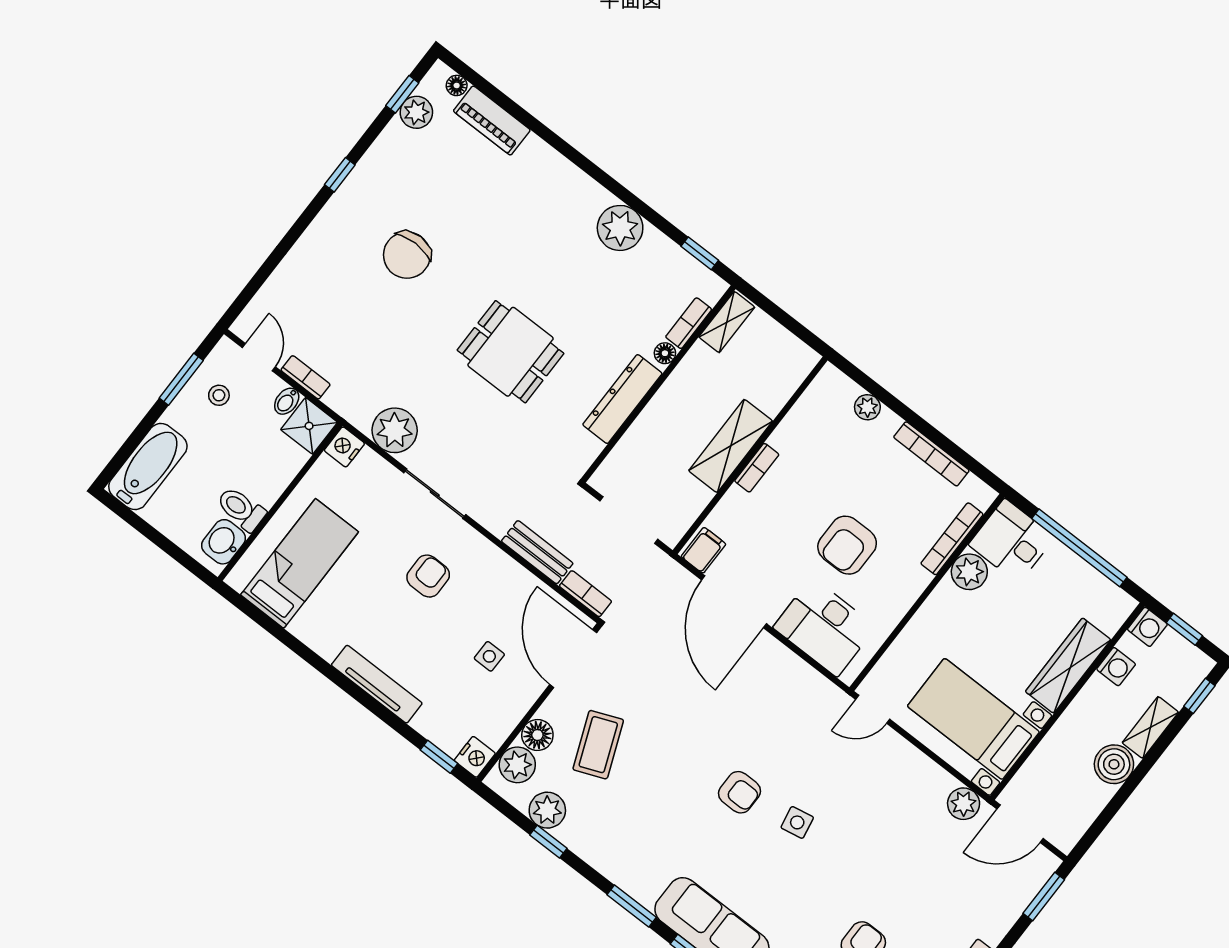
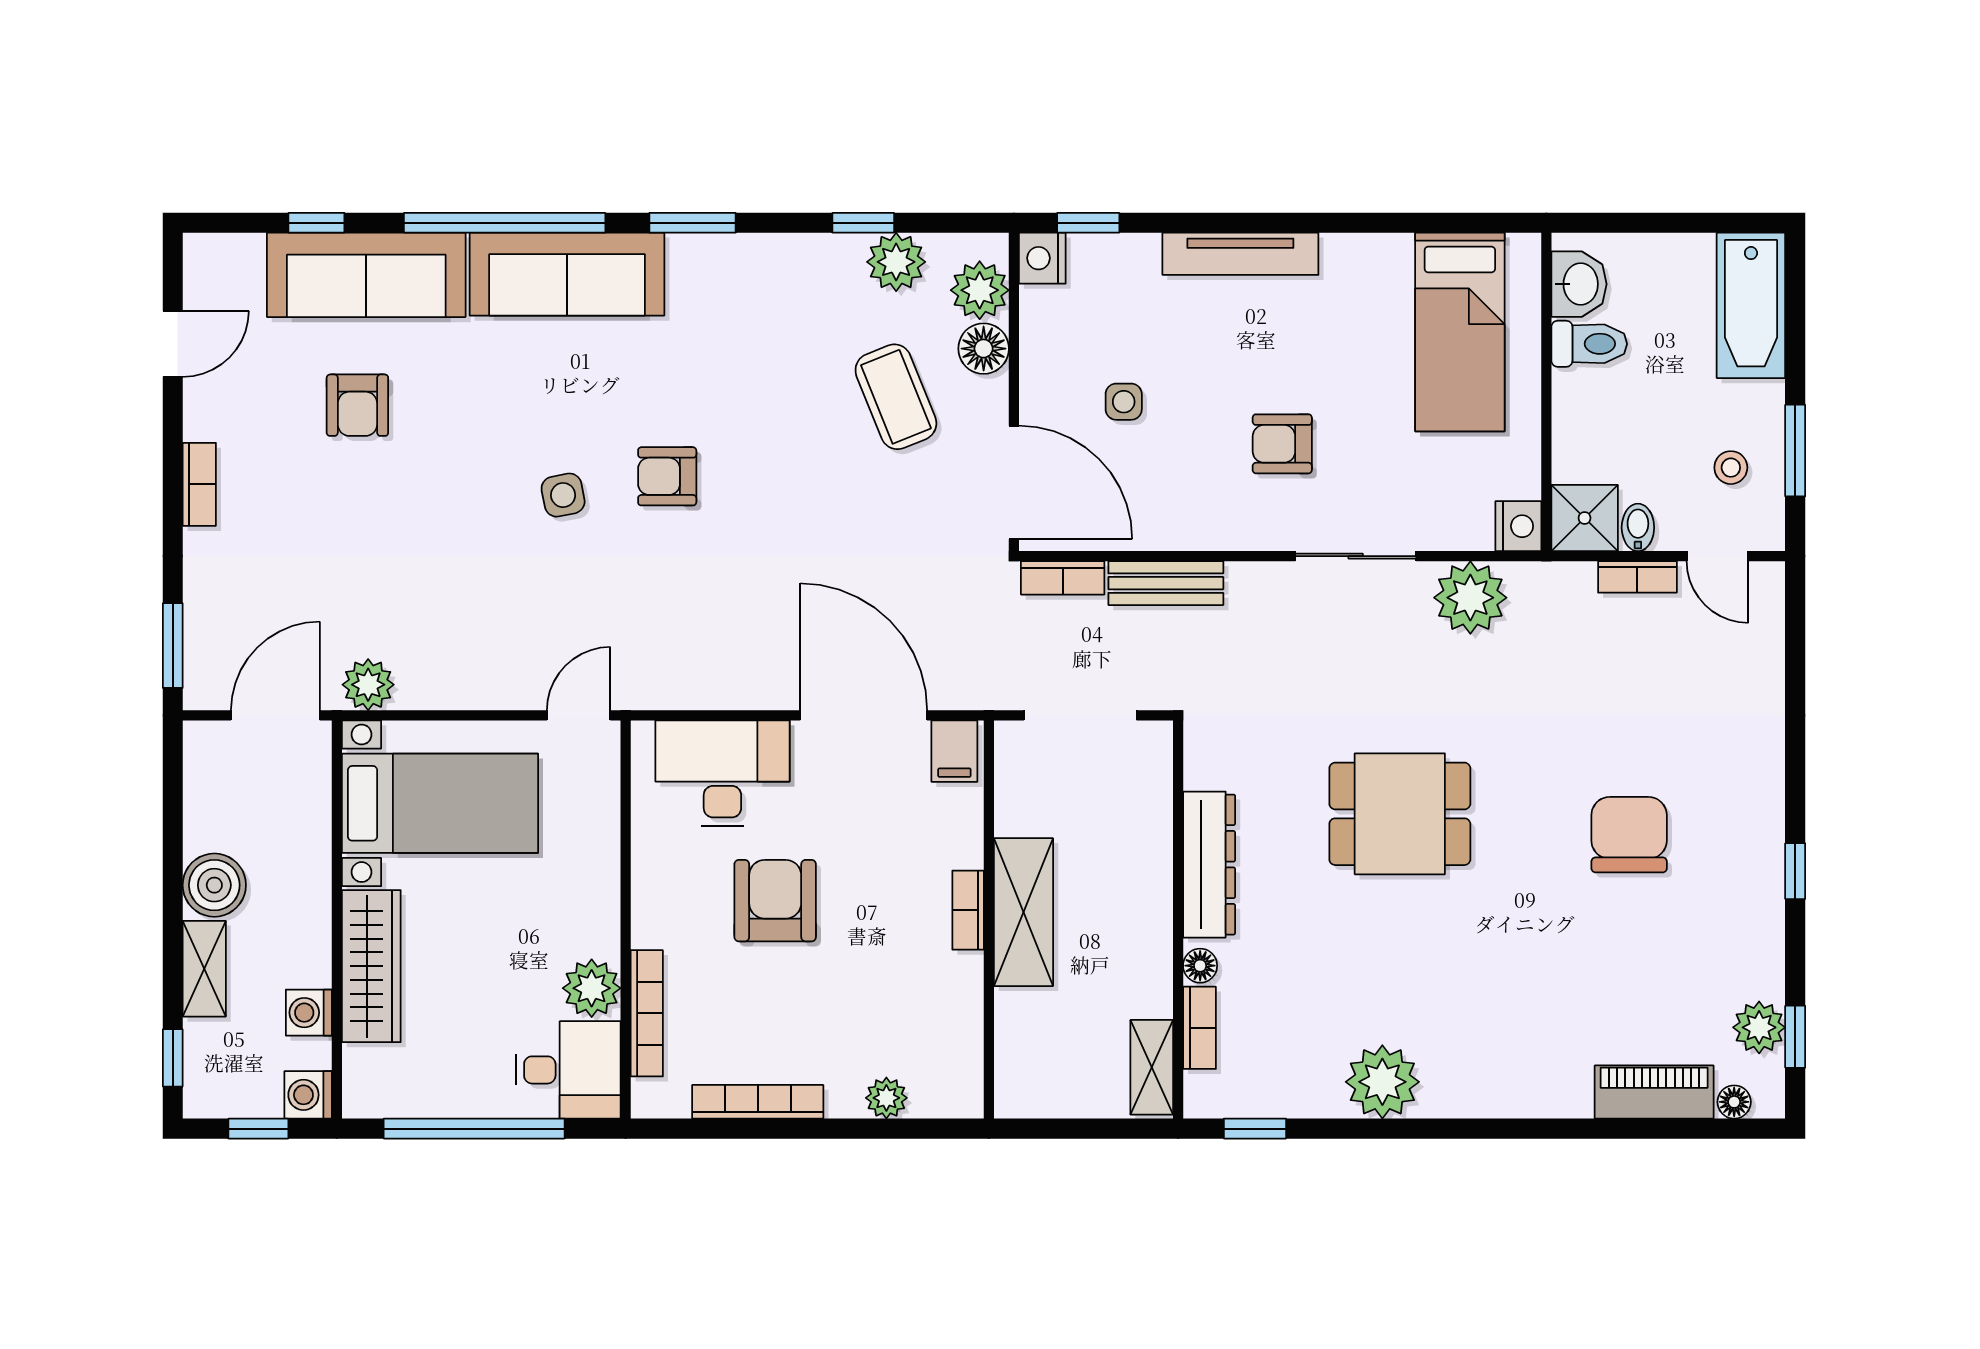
armchair: (428, 576) -> (1282, 444), turned 90

